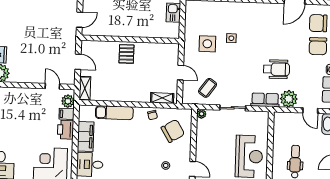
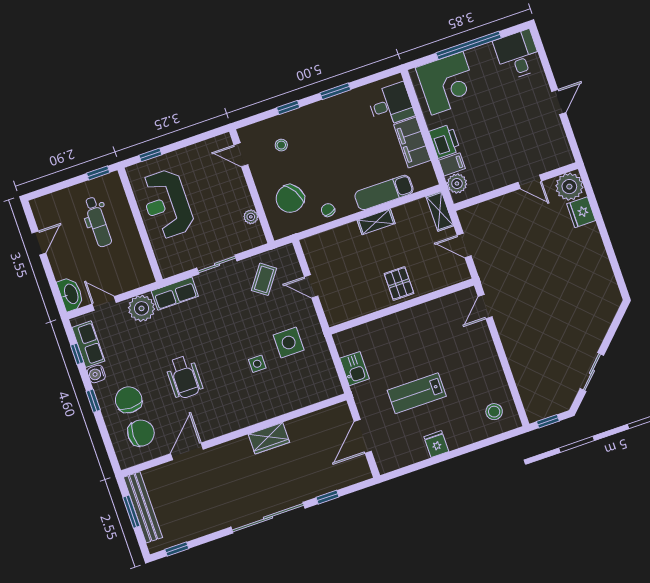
wheelchair: (276, 69) -> (184, 377), moved, turned -90
door: (52, 86) -> (530, 182), moved
shelving: (162, 98) -> (376, 222), moved
plant: (202, 114) -> (251, 217), moved

